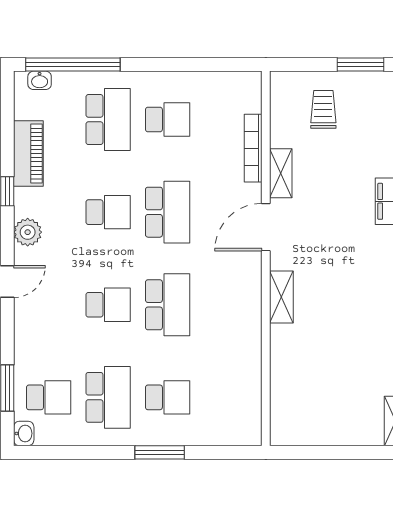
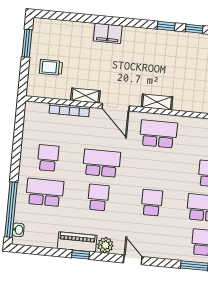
piano: (28, 153) -> (77, 242), moved
school desk: (168, 305) -> (158, 134), moved

